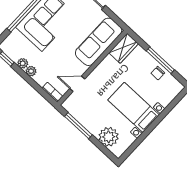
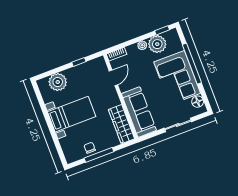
wardrobe: (124, 48) -> (121, 124), width x1.50
plant: (23, 63) -> (157, 44), width x1.88, depth x1.88
window: (78, 126) -> (79, 62), width x0.46

